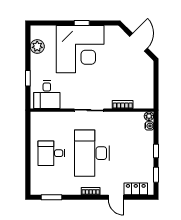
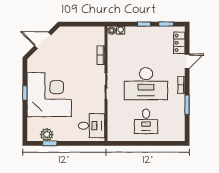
window: (28, 78) -> (50, 143), moved
window: (52, 197) -> (187, 105), moved

